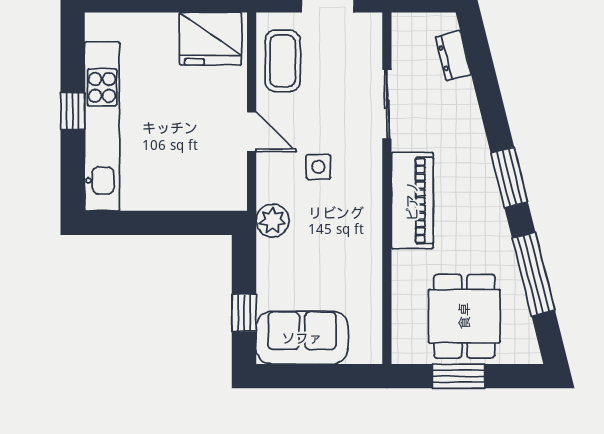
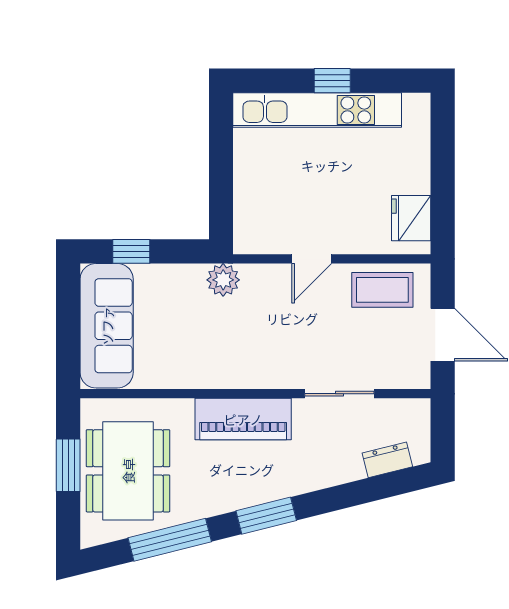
fridge: (211, 39) -> (411, 218), width x0.73, depth x0.75
side table: (318, 167) -> (277, 326), removed
dining table: (464, 316) -> (128, 471), width x1.38
sofa: (302, 338) -> (107, 326), width x1.36

